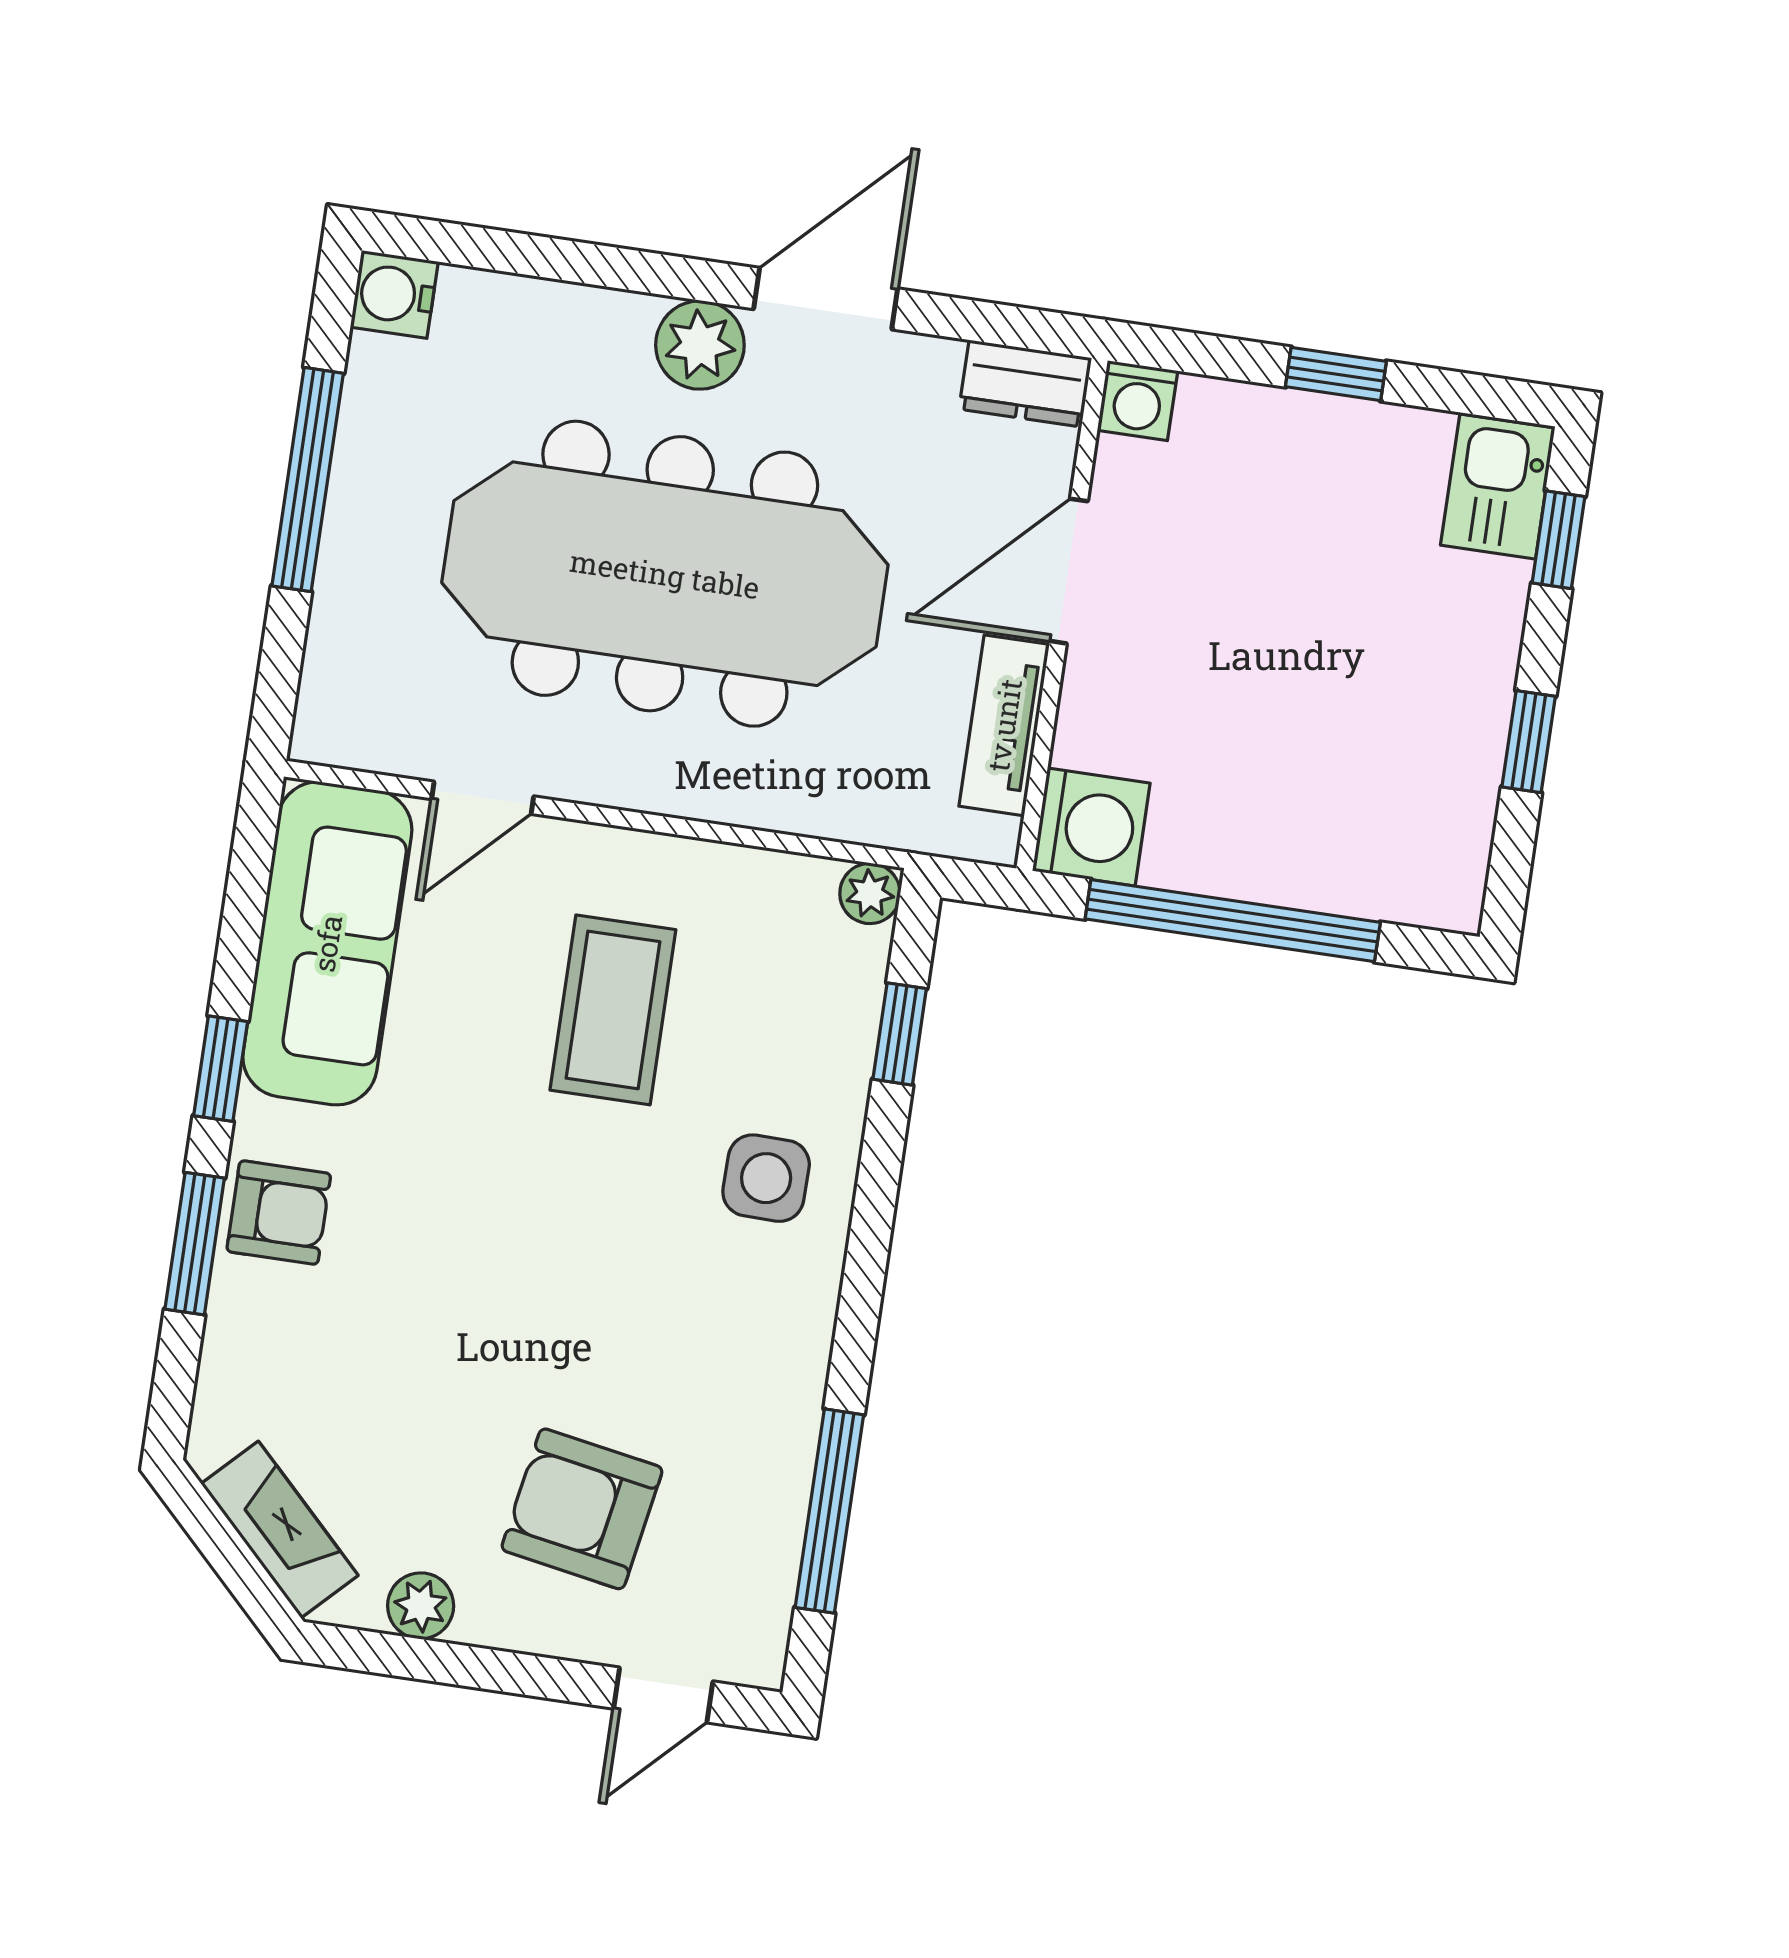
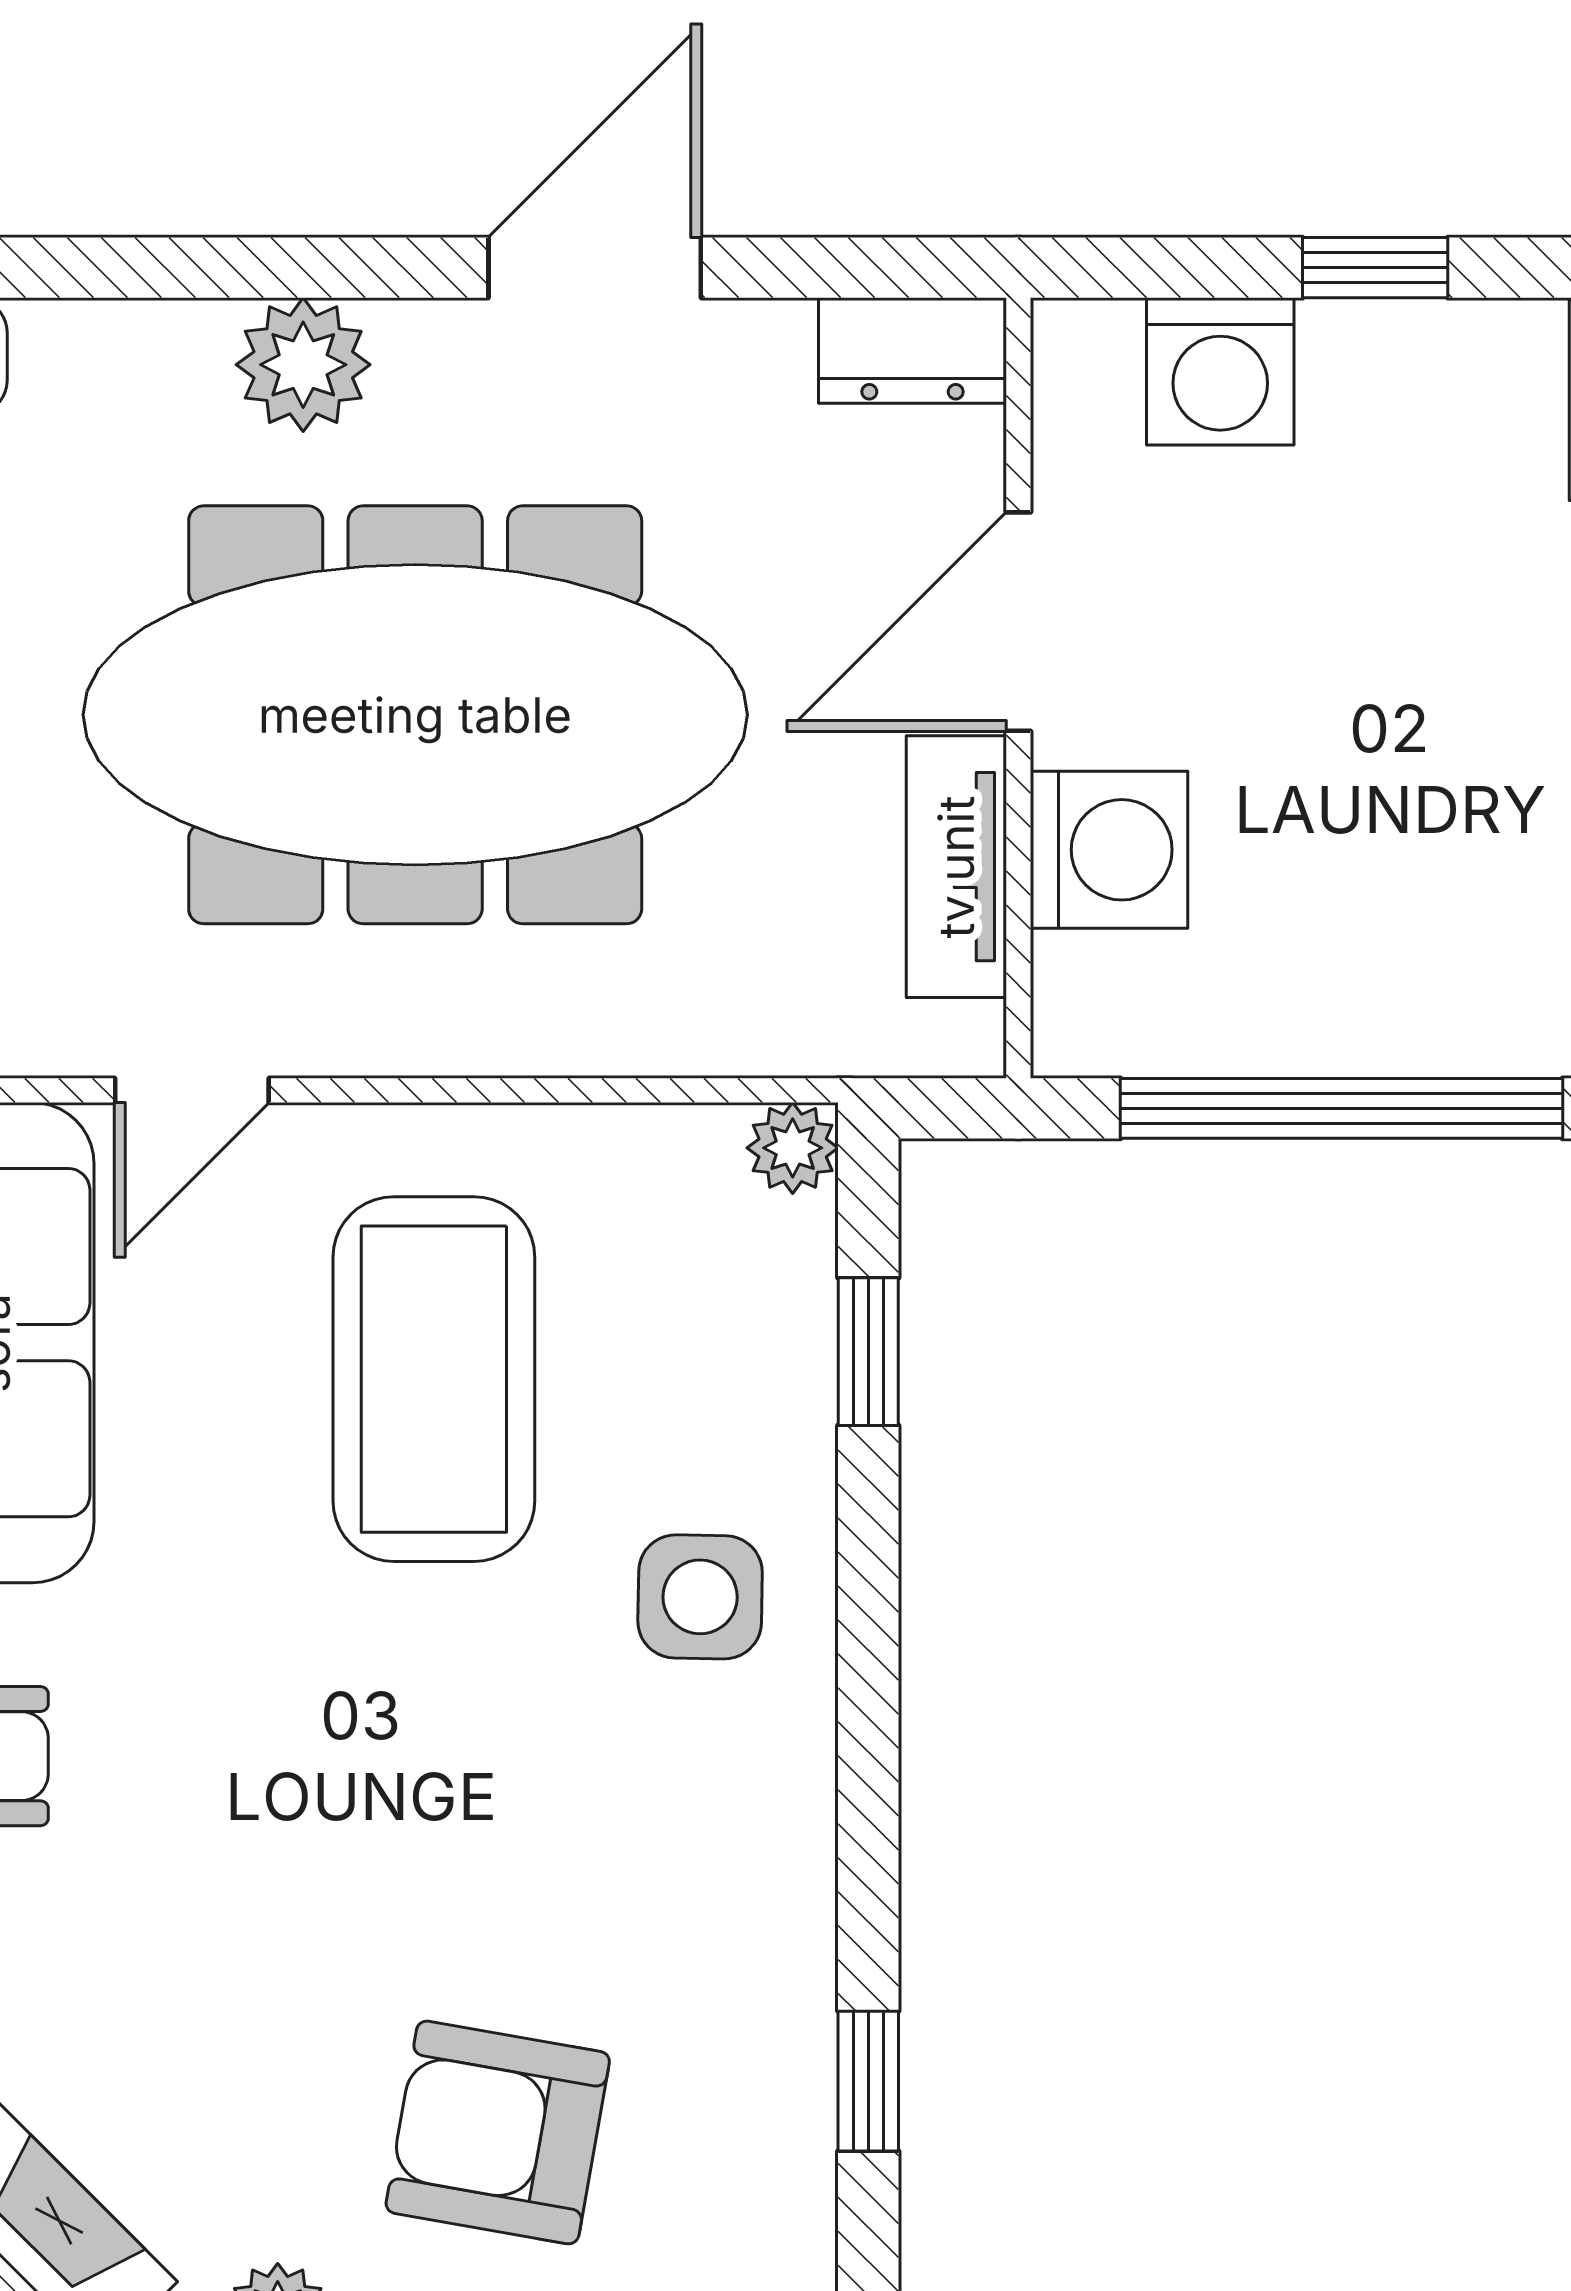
plant: (700, 345) -> (303, 365), moved
washing machine: (1138, 401) -> (1220, 371), moved, width x1.38, depth x1.38
washing machine: (1091, 827) -> (1109, 850), moved
coffee table: (613, 1010) -> (434, 1379), width x1.36, depth x1.32
window: (829, 1511) -> (868, 2081), width x0.46

